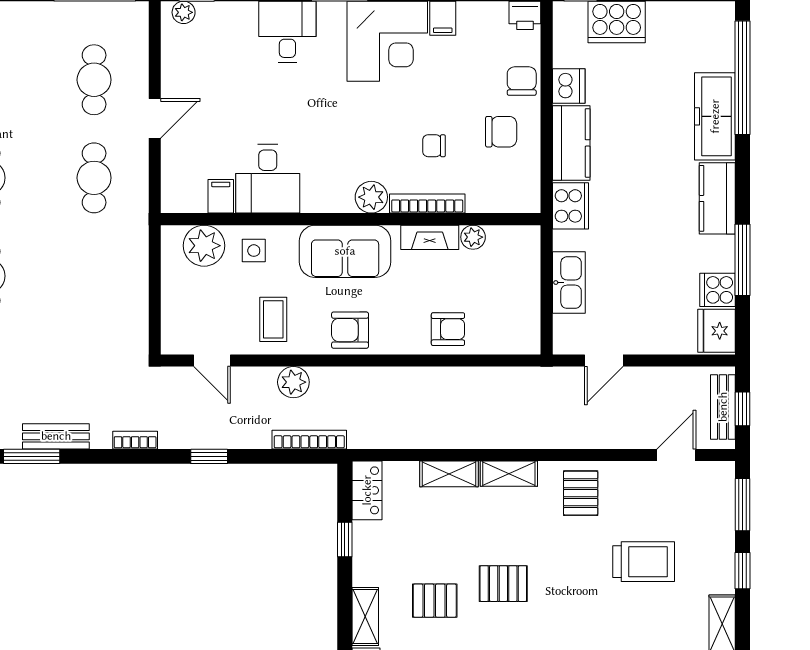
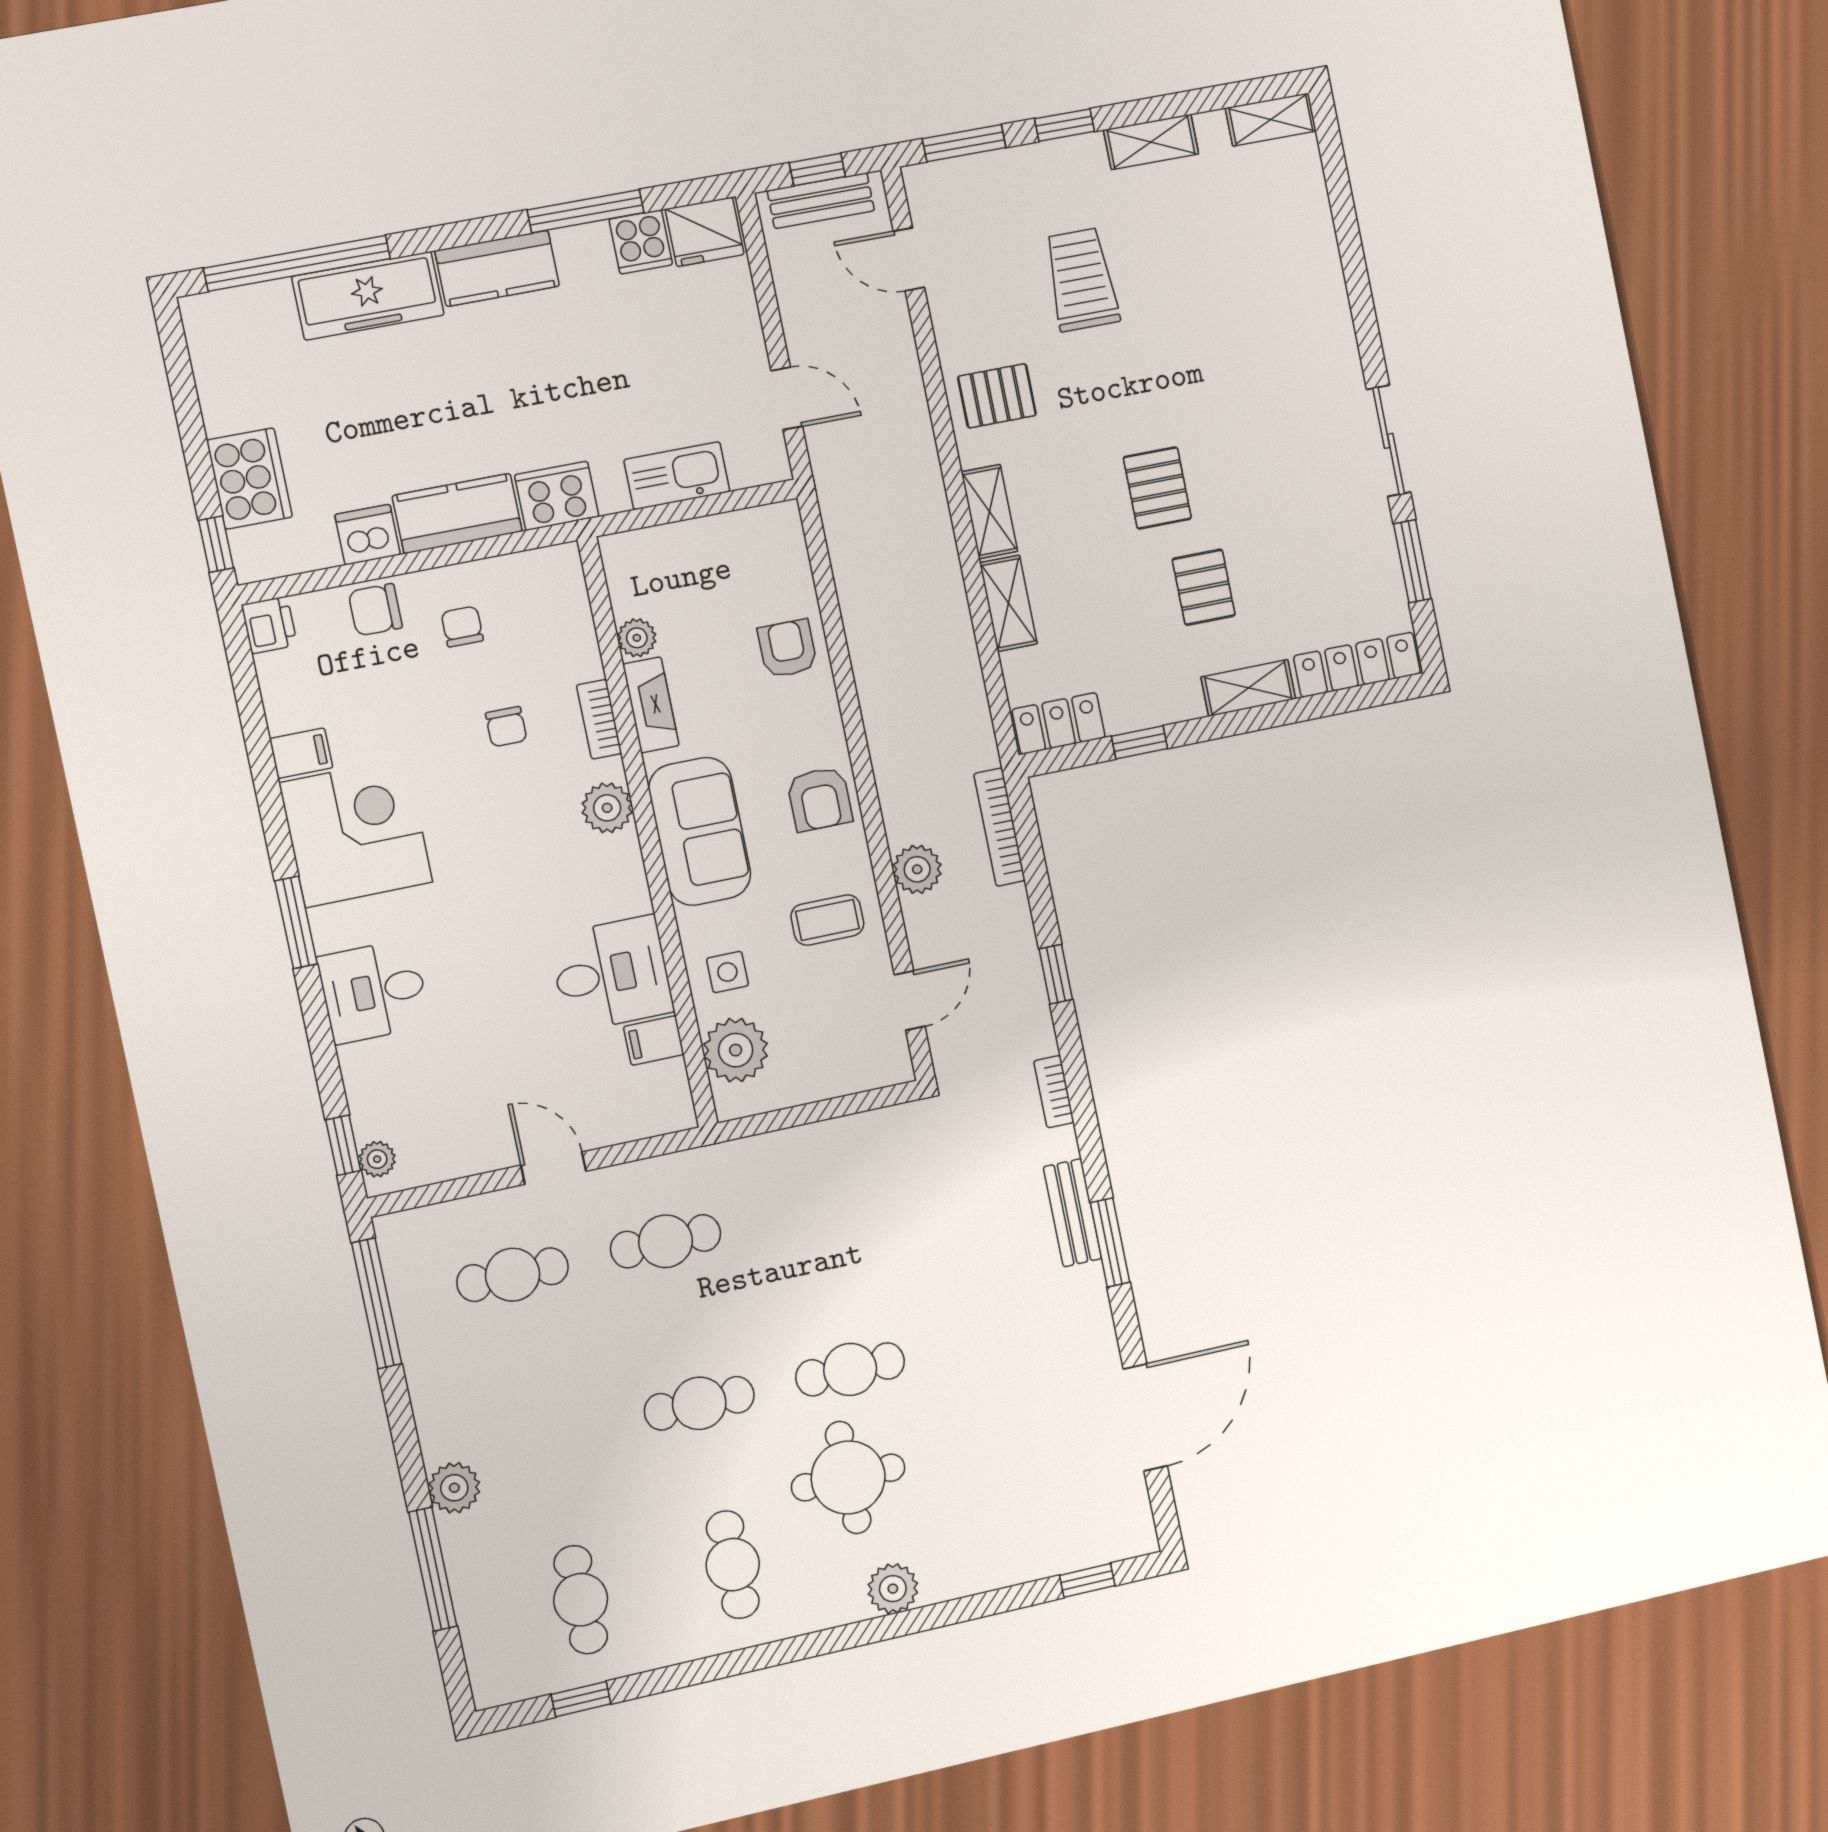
chair: (501, 132) -> (462, 626), width x0.73, depth x0.73
bookcase: (427, 204) -> (599, 719), width x0.64

